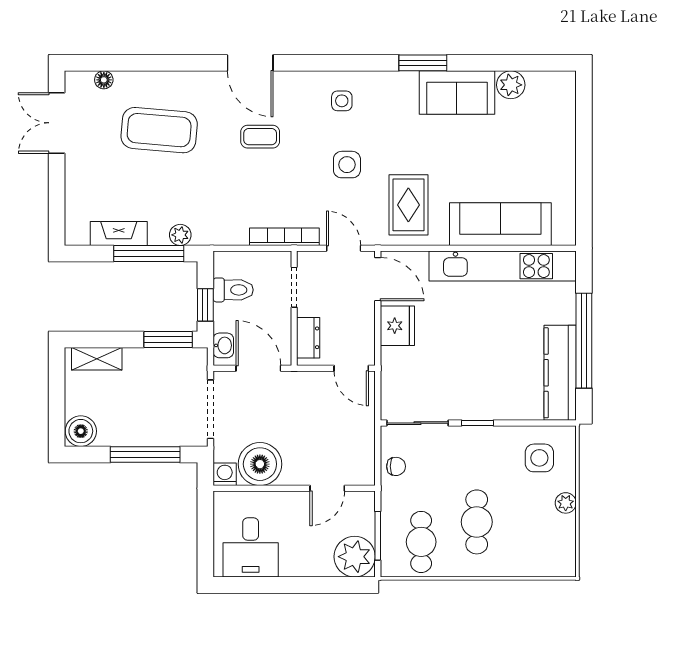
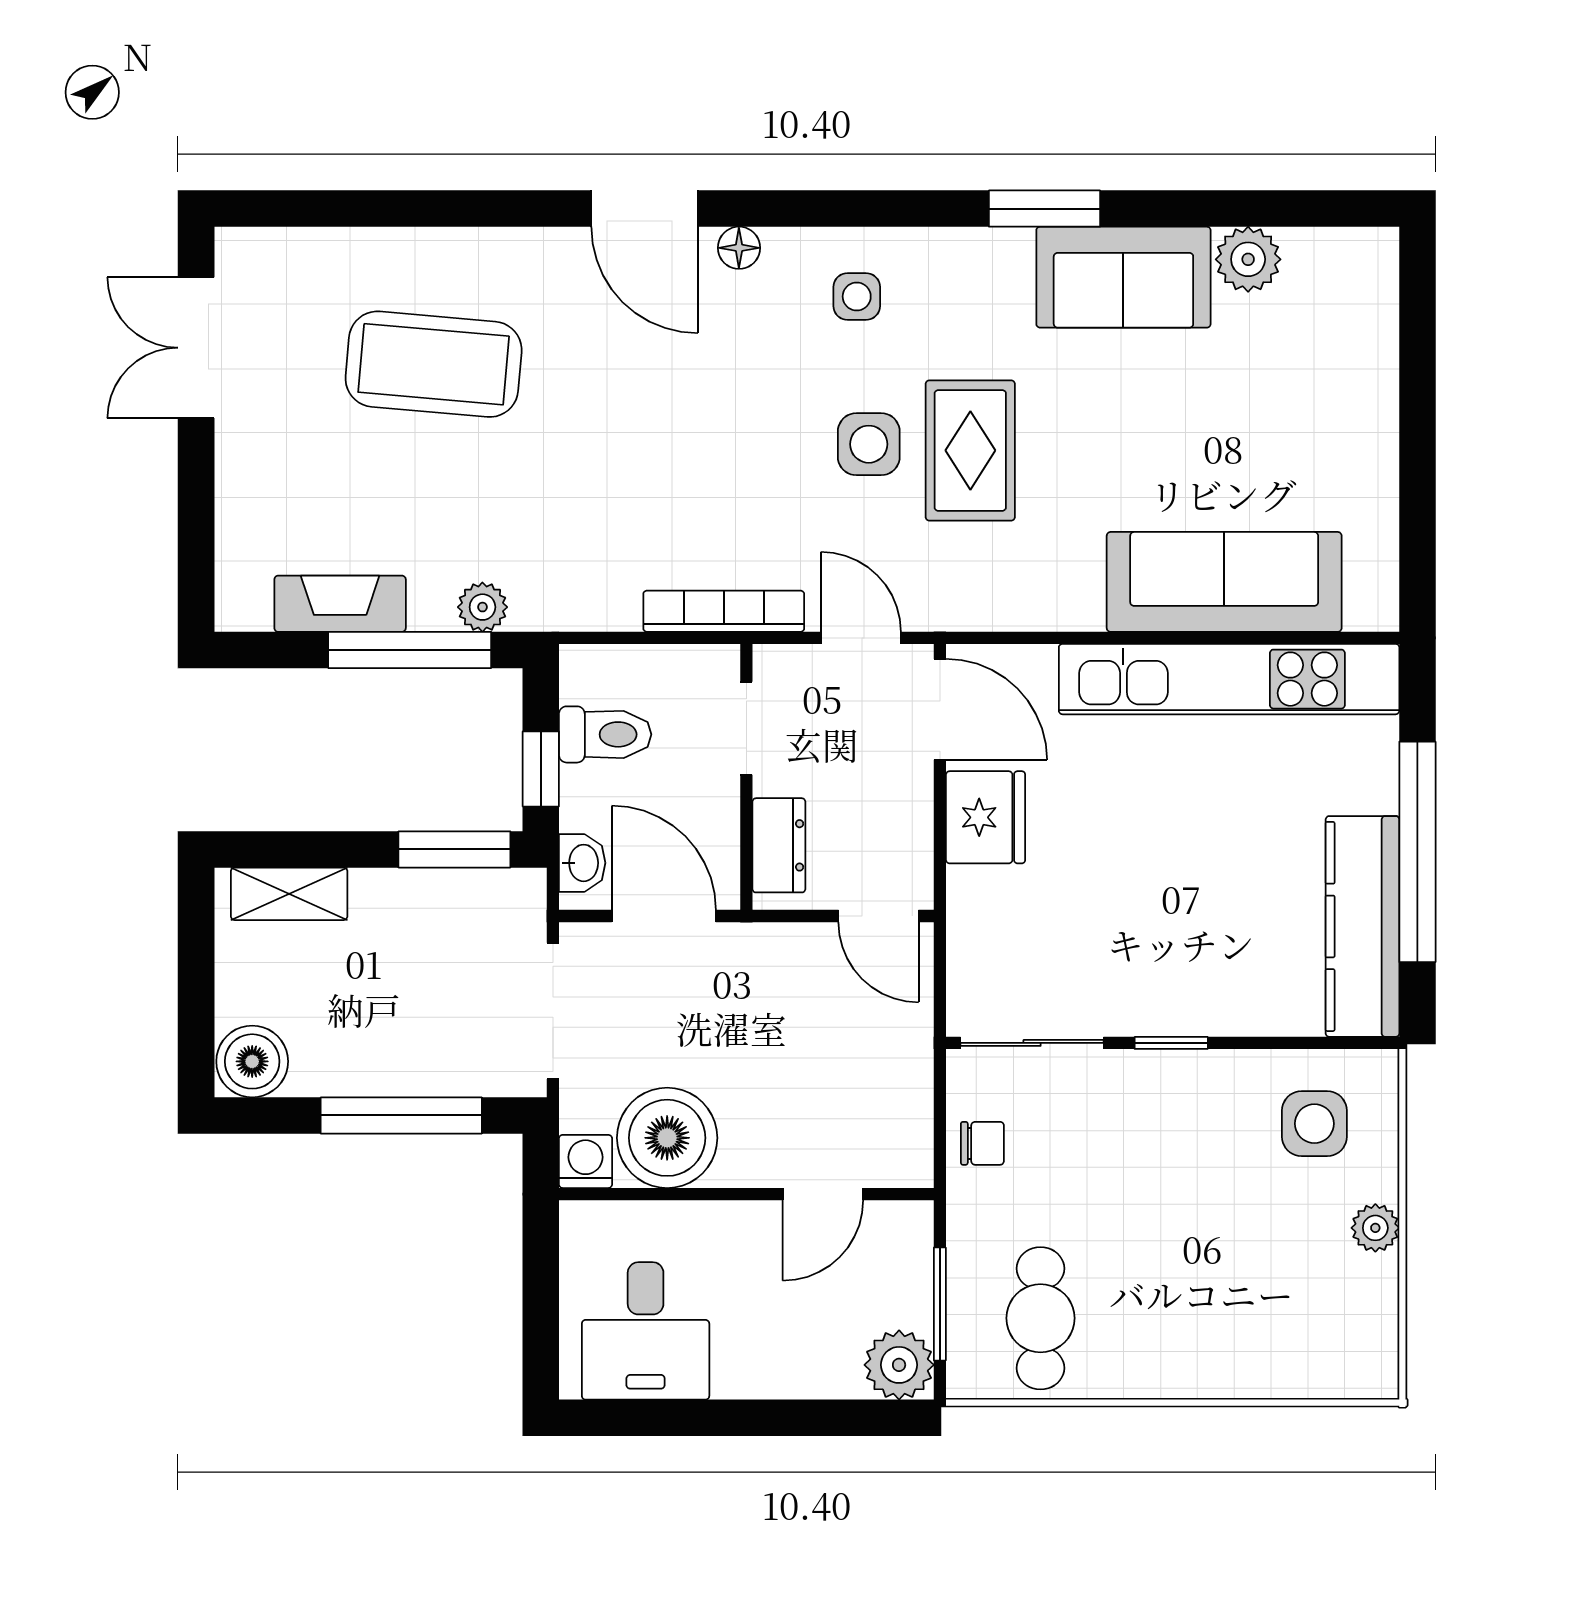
floor lamp: (104, 80) -> (739, 248), moved
coffee table: (260, 137) -> (668, 379), removed
rug: (408, 205) -> (970, 450), moved
cafe table: (477, 522) -> (1169, 1272), removed
plant: (355, 557) -> (899, 1365), width x0.73, depth x0.73

